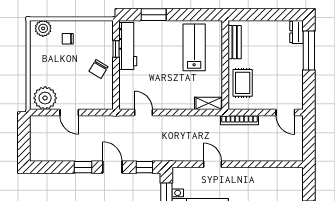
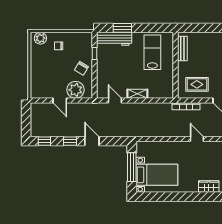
workbench: (128, 46) -> (114, 39), moved, turned 90
rug: (243, 83) -> (197, 84), moved, turned 90
plant: (45, 98) -> (76, 90), moved
shelving: (209, 103) -> (137, 94), moved
door: (213, 164) -> (197, 139), moved
window: (144, 167) -> (44, 141), moved

